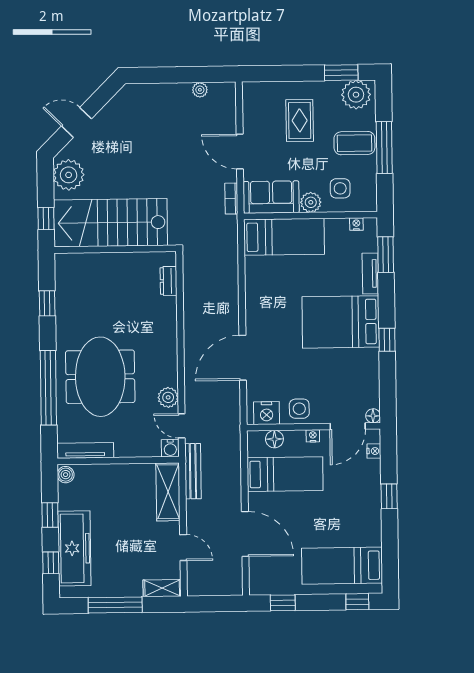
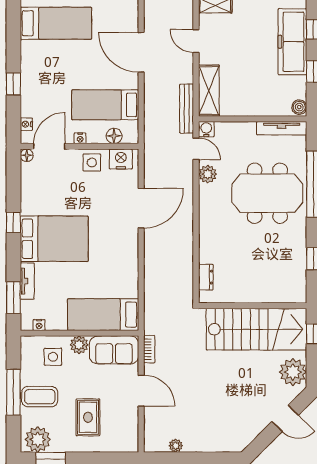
meeting table: (100, 377) -> (267, 193), turned 90

